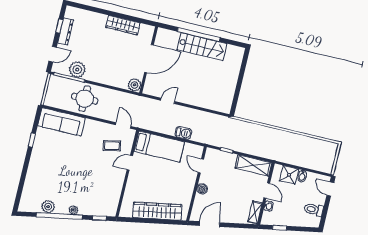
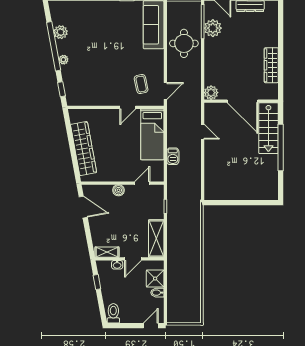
stairs: (202, 47) -> (268, 128), moved
door: (130, 163) -> (128, 107), swing flipped
toilet: (314, 210) -> (113, 313), moved

